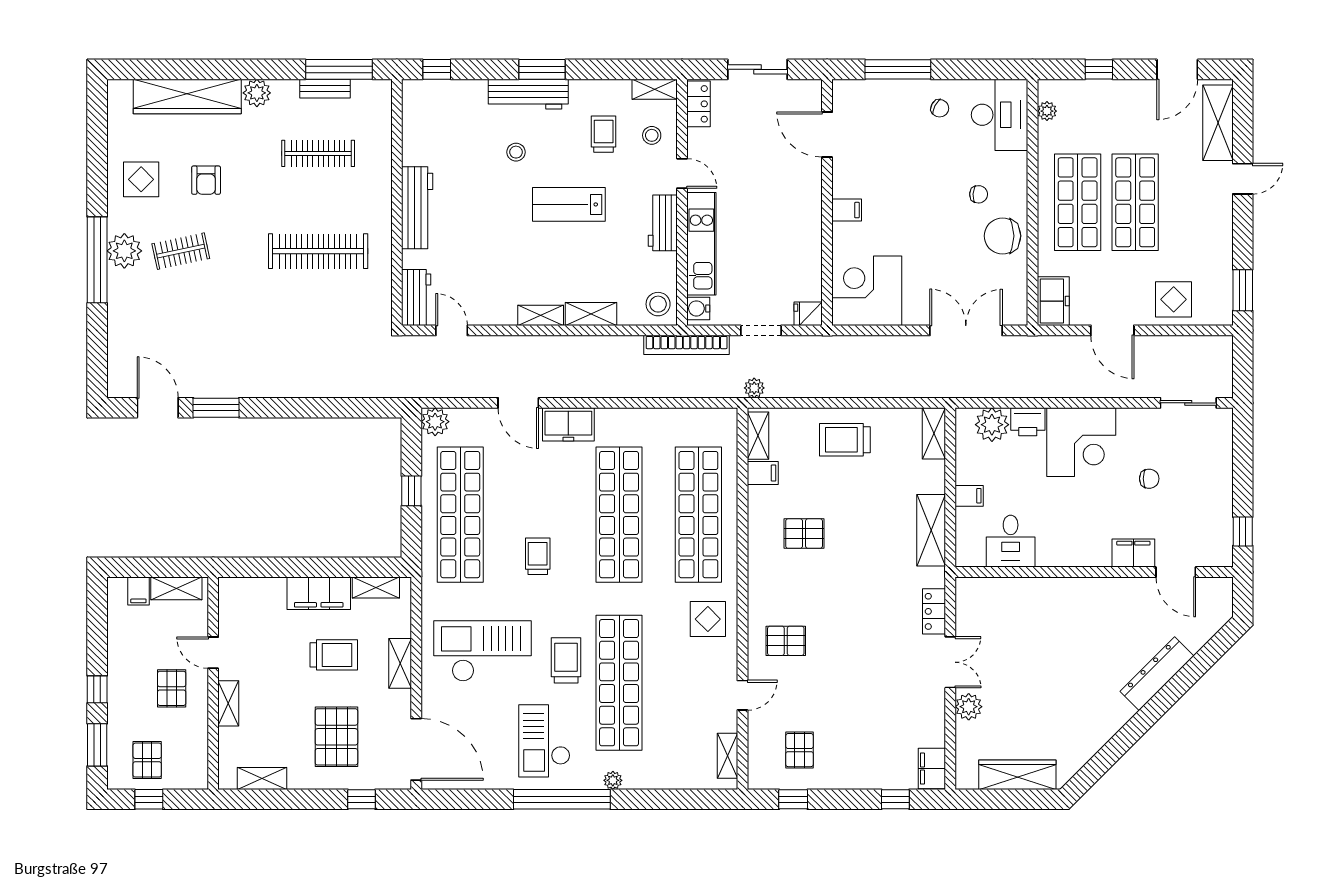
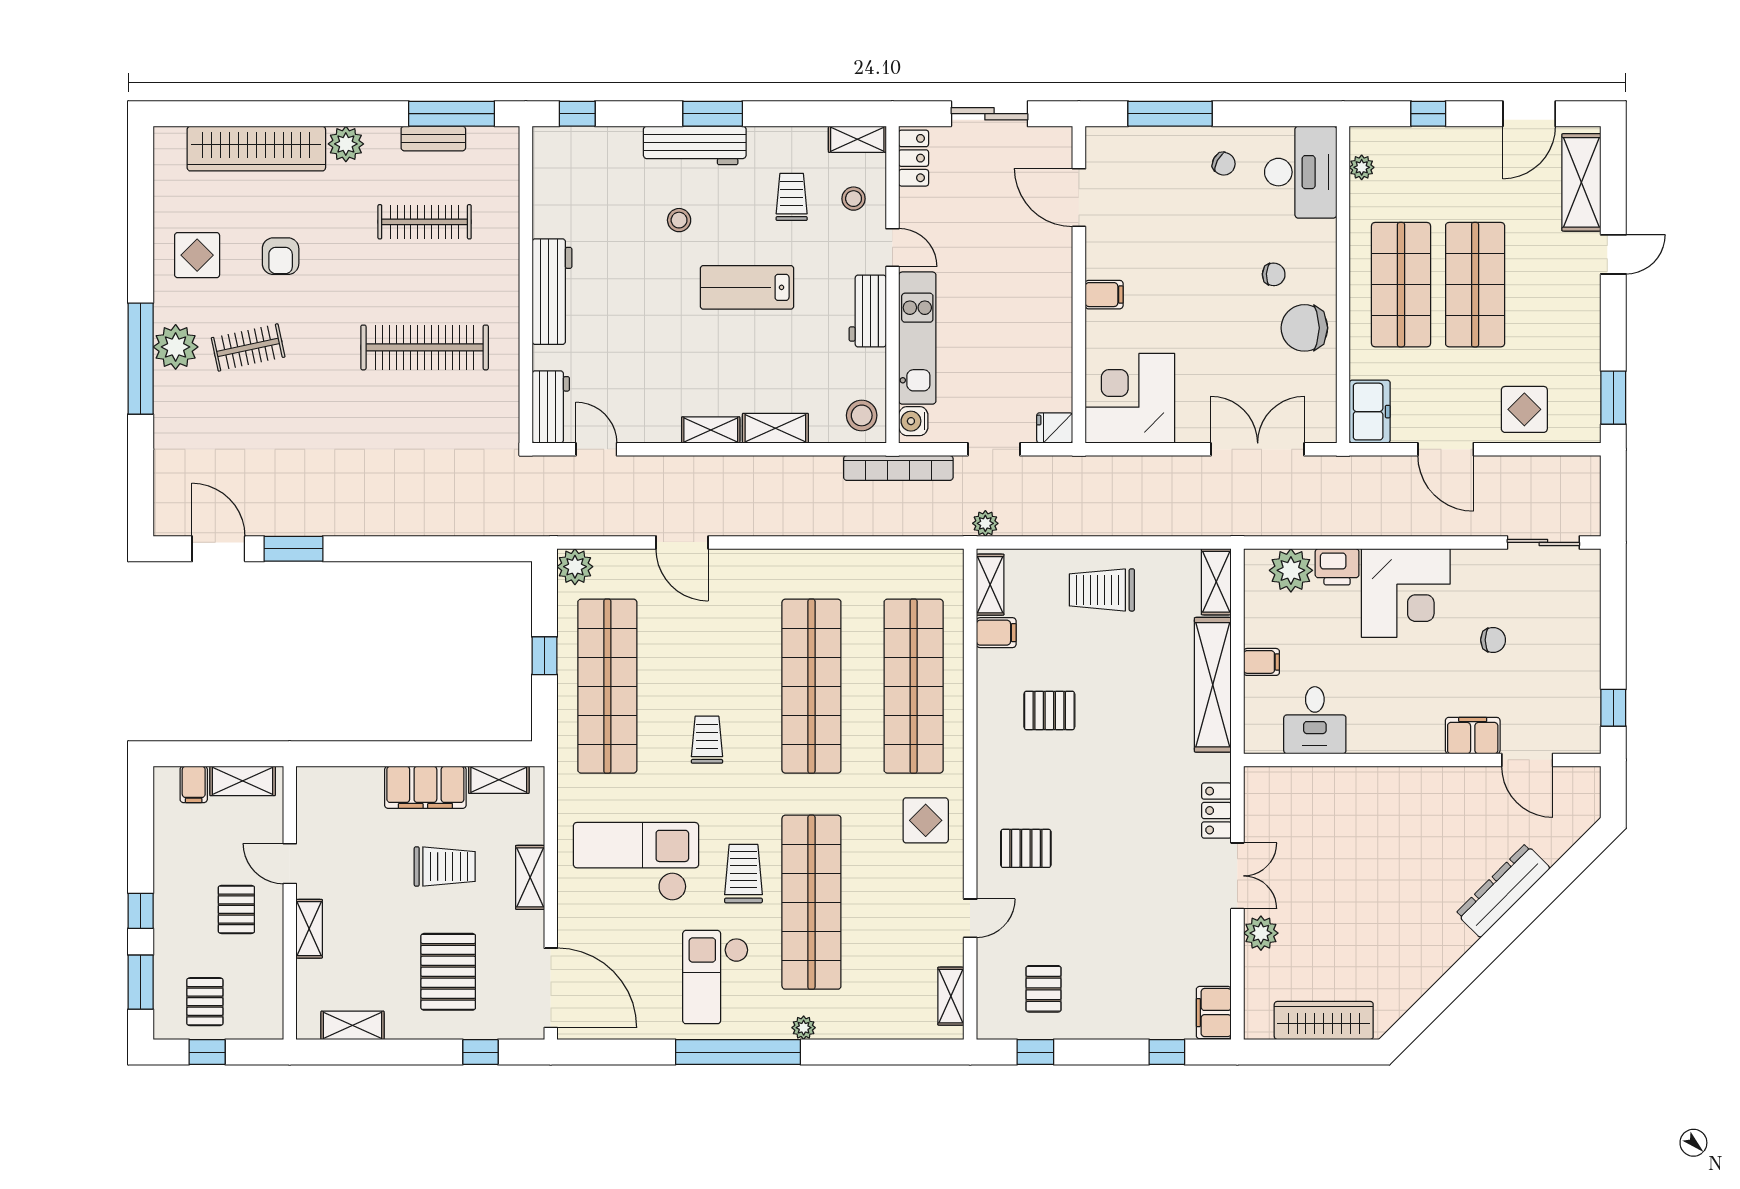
freezer: (568, 424) -> (746, 570), removed
shelving: (931, 530) -> (1213, 685), width x1.47

